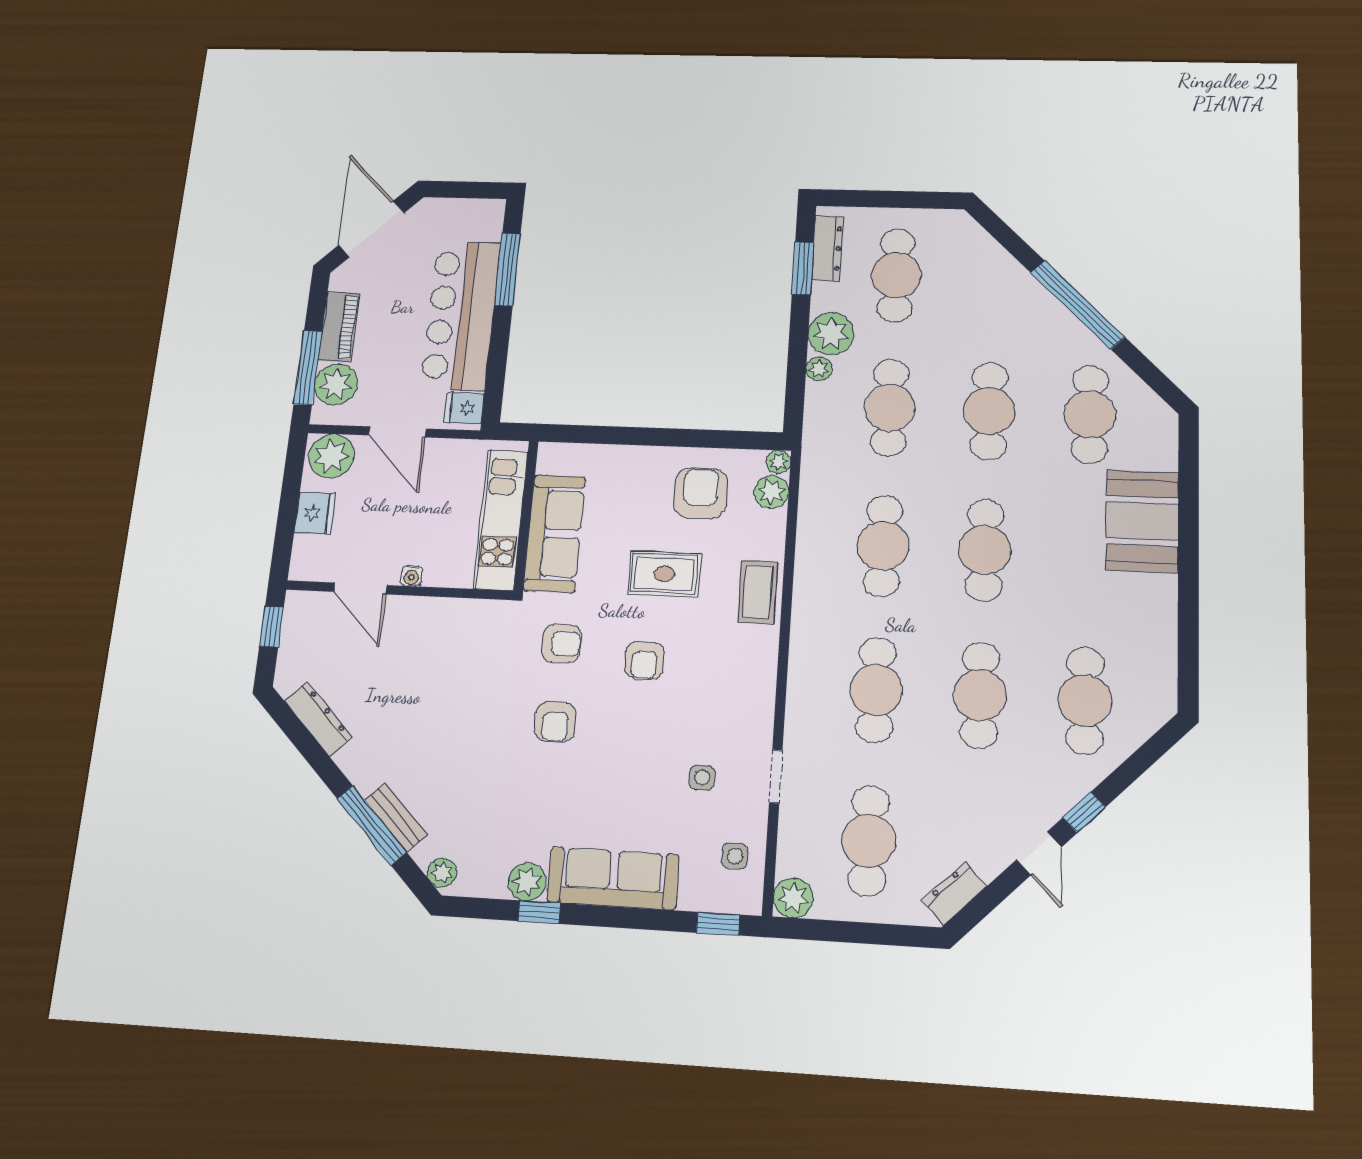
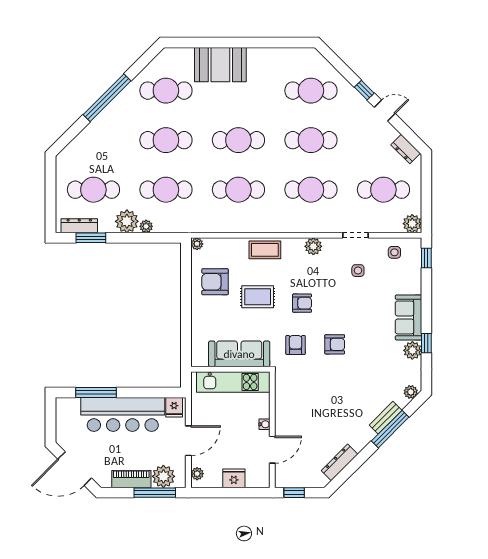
plant: (331, 456) -> (197, 474), width x0.53, depth x0.53
plant: (771, 492) -> (313, 246), moved
rug: (664, 574) -> (258, 297), turned 90
sofa: (613, 878) -> (408, 317), width x0.73

